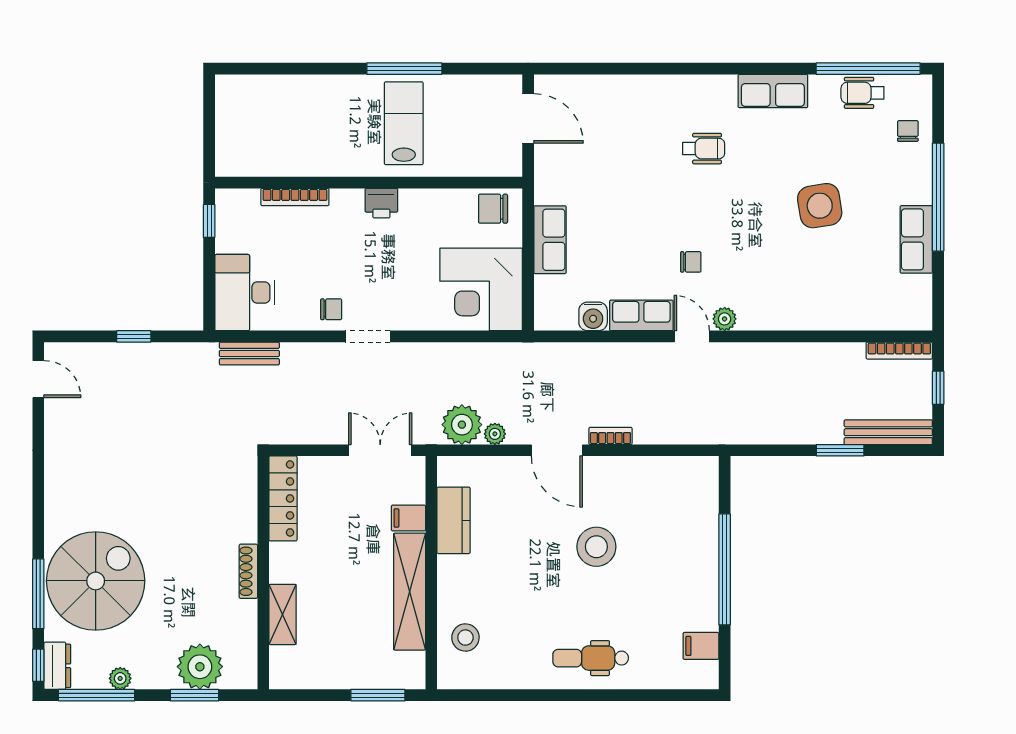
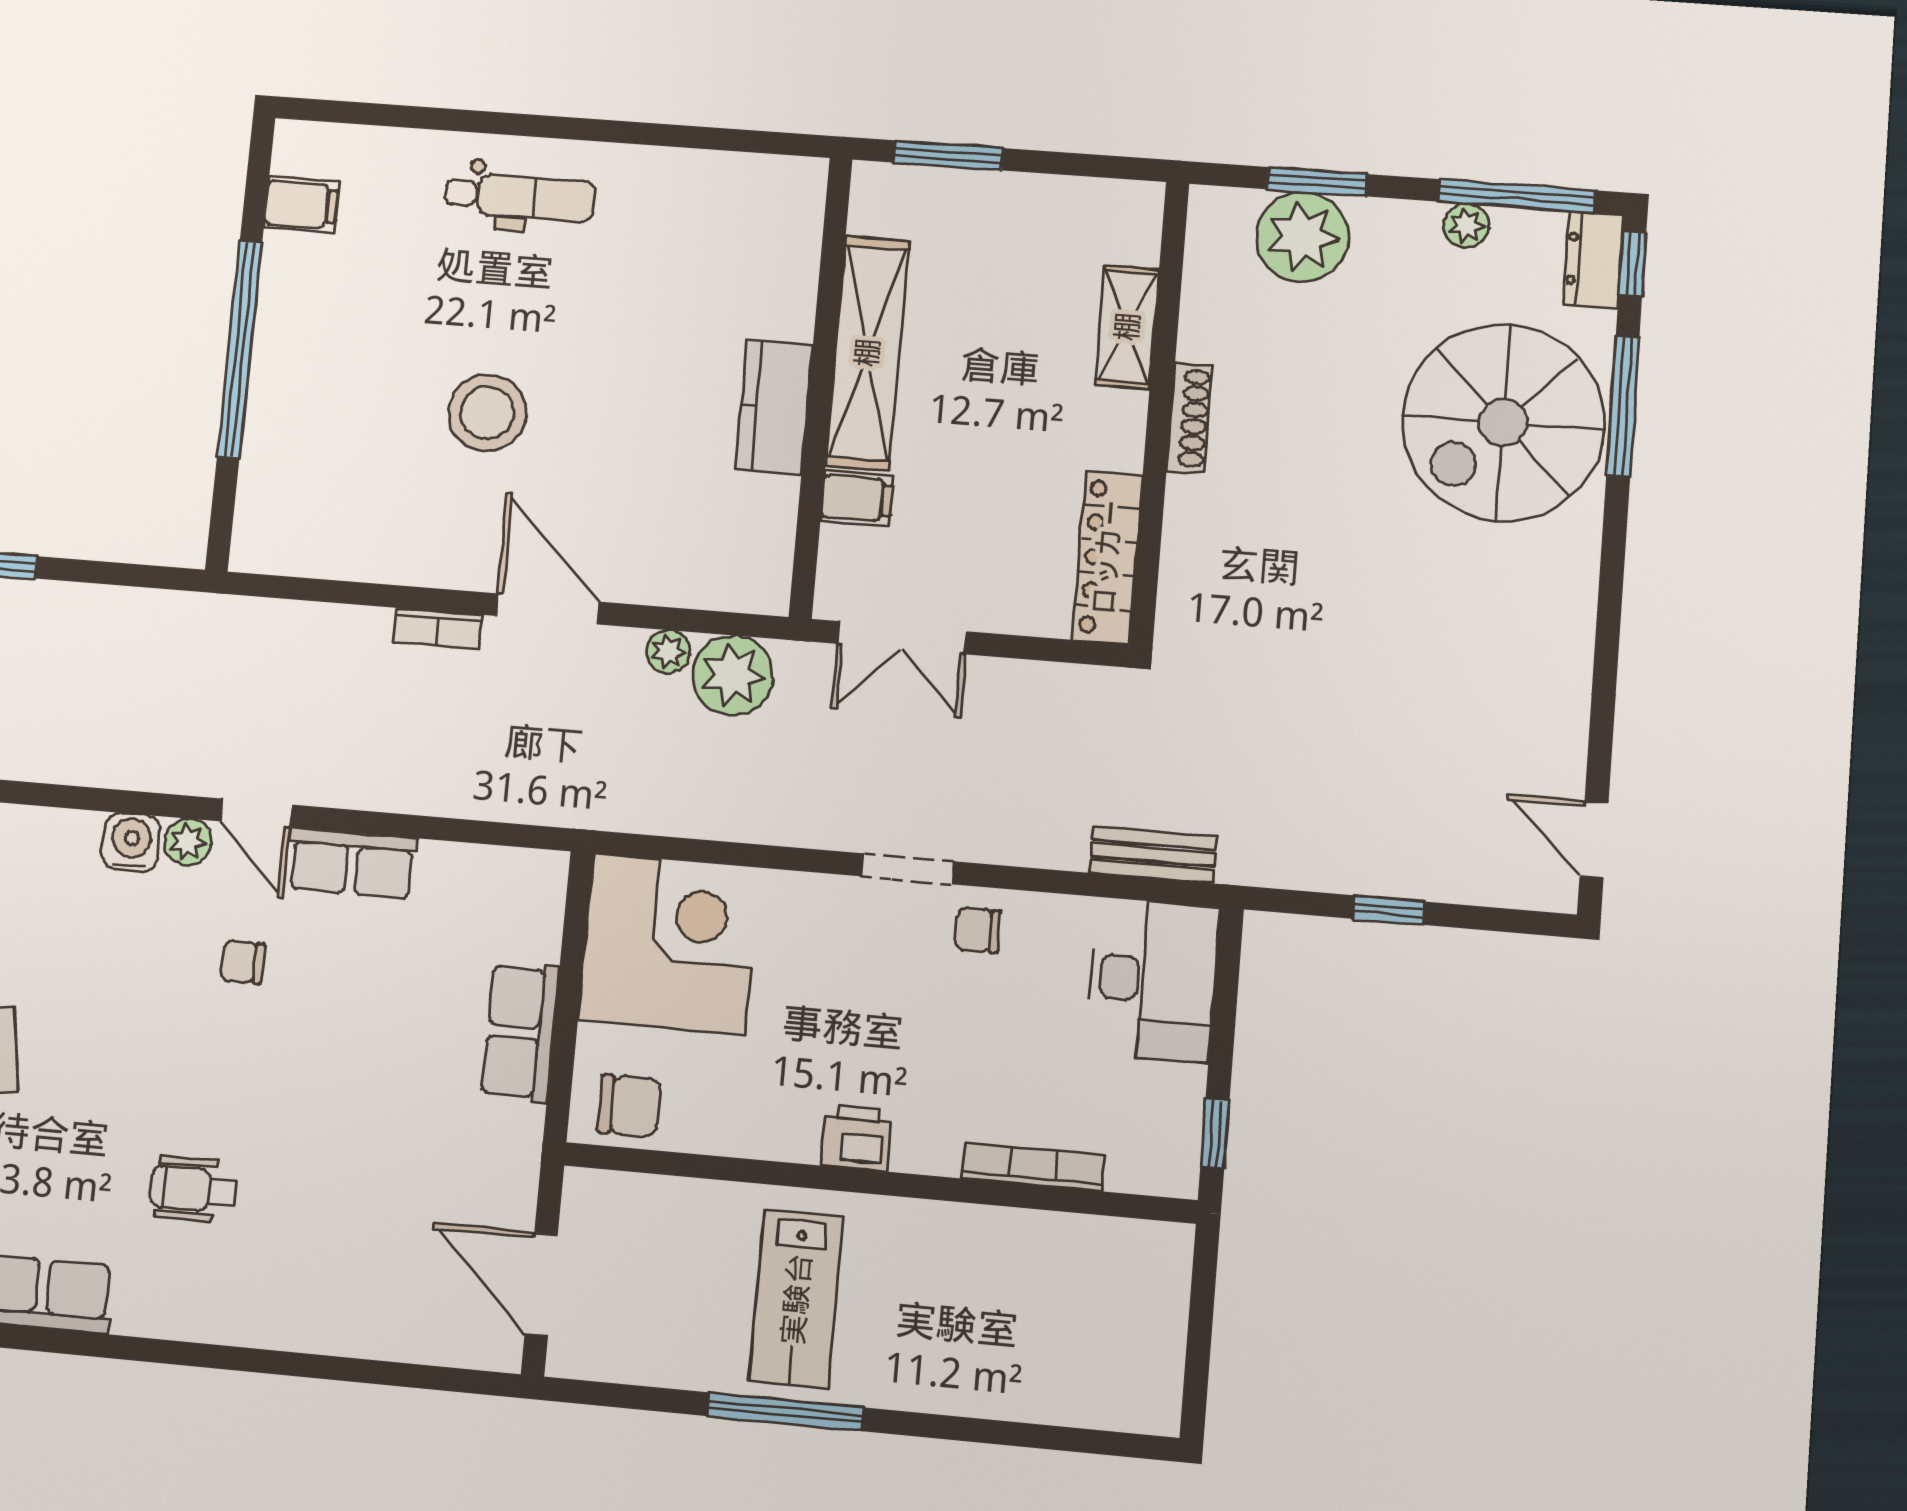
water cooler: (593, 316) -> (131, 842), moved
kitchen counter: (454, 520) -> (774, 407), moved
stool: (465, 638) -> (764, 255), removed

